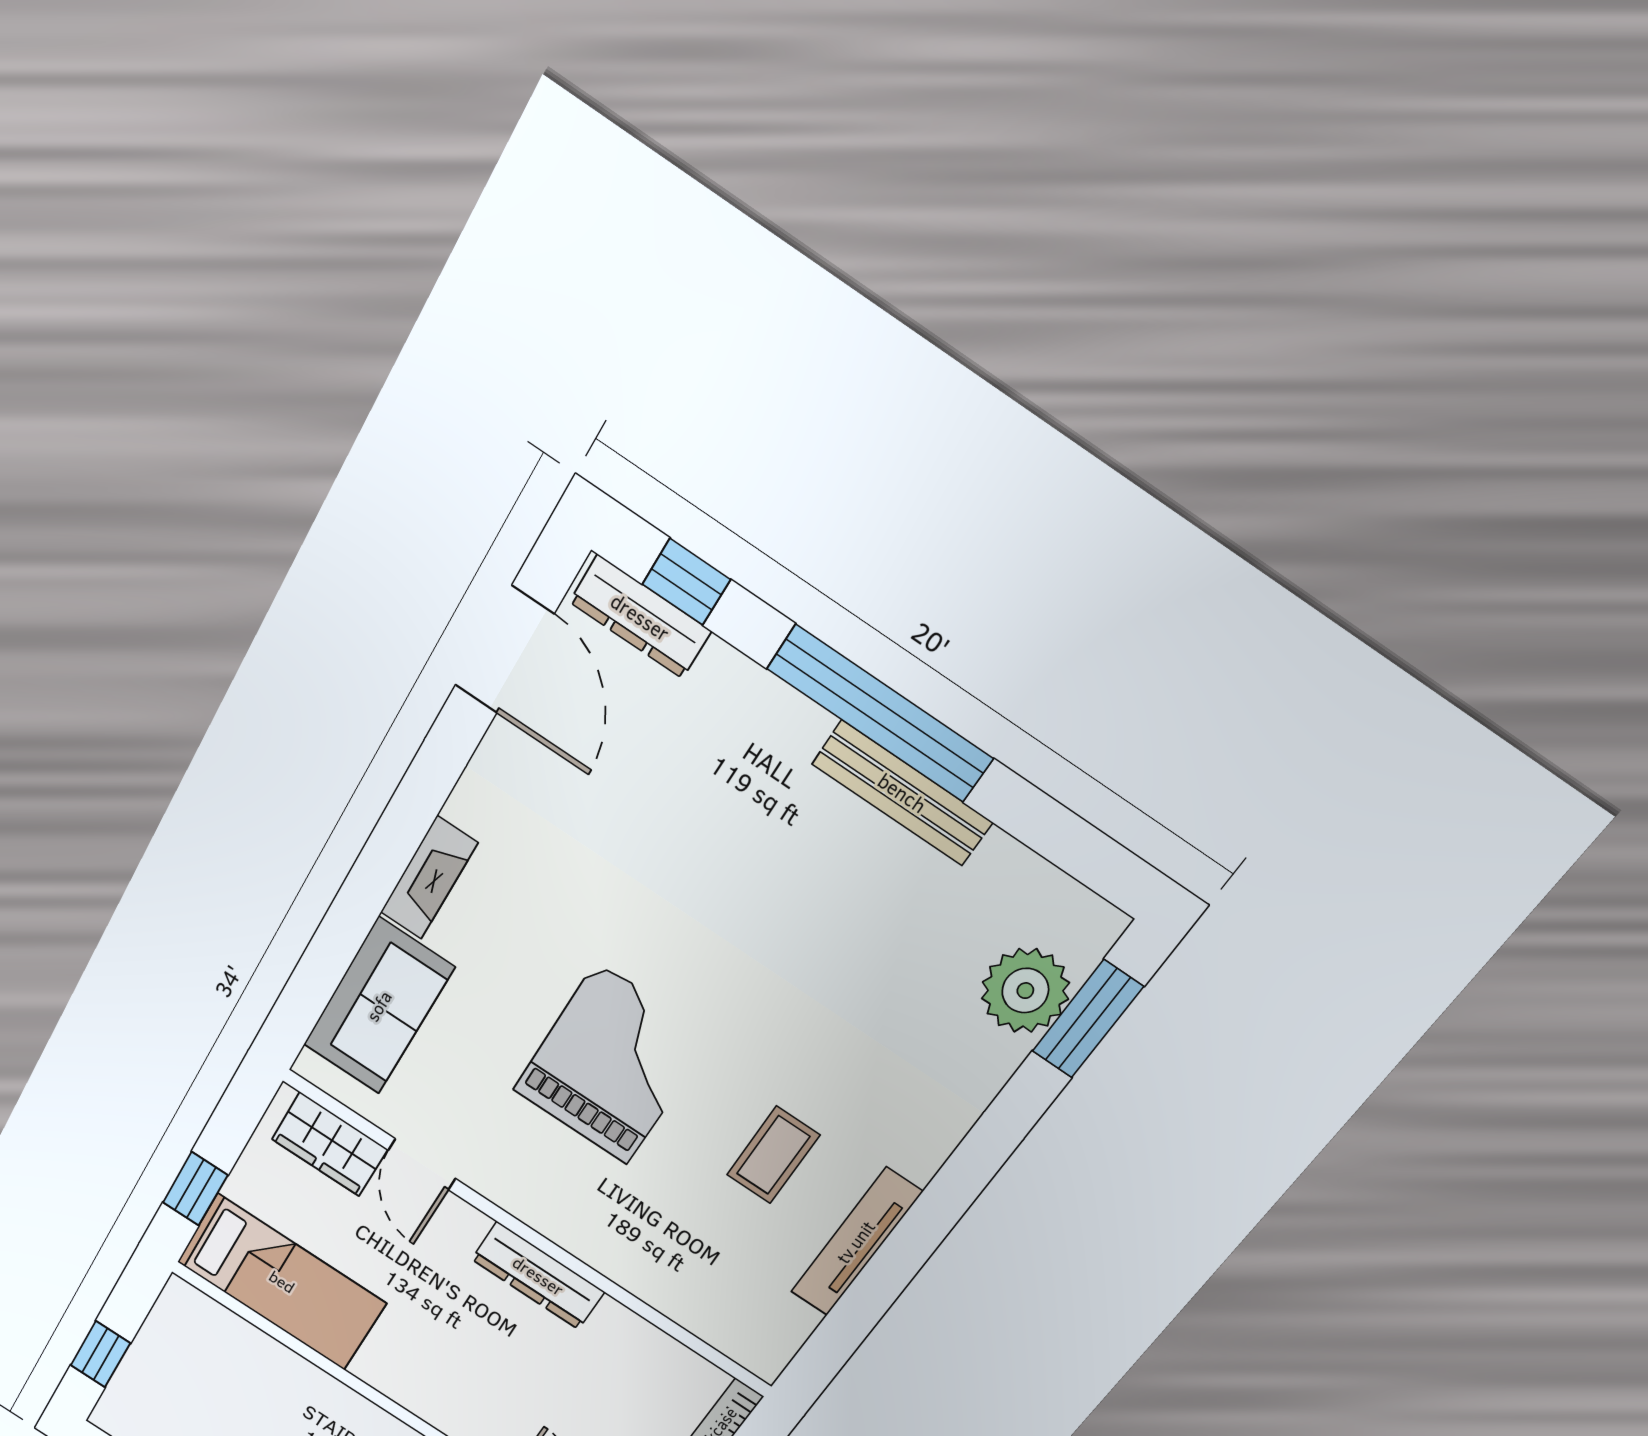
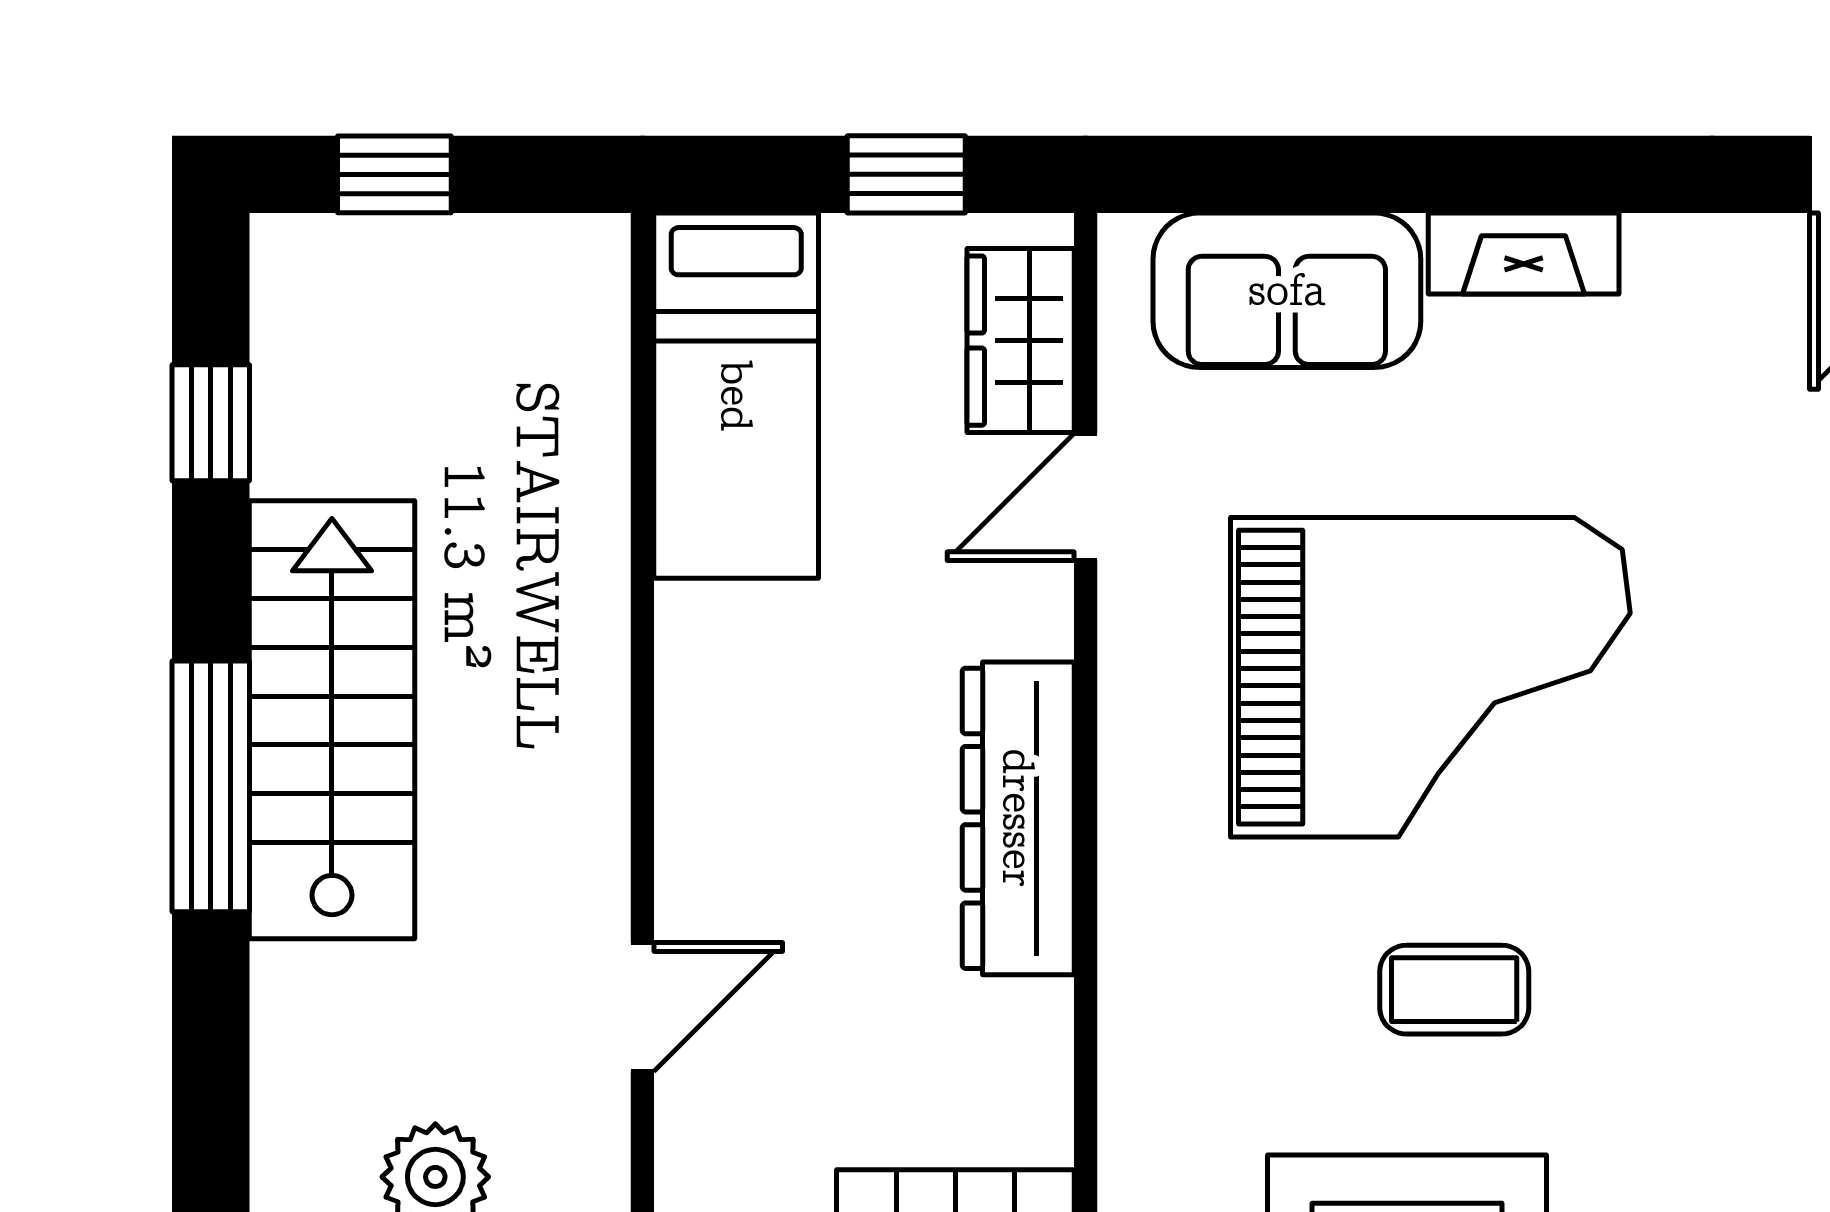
grand piano: (612, 1064) -> (1430, 677), width x1.37, depth x1.48
window: (195, 1189) -> (906, 174), moved
dresser: (538, 1276) -> (1018, 818), width x1.37, depth x1.24

